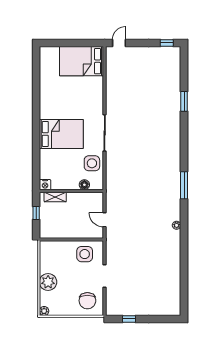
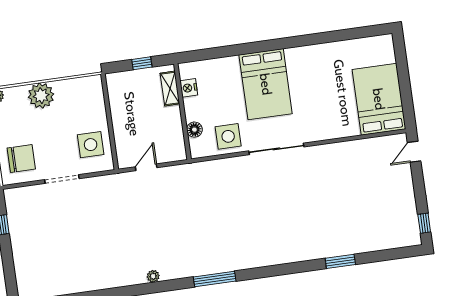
door: (119, 43) -> (414, 152), swing flipped
nightstand: (45, 185) -> (189, 88), moved
chair: (87, 301) -> (21, 159), turned 180

